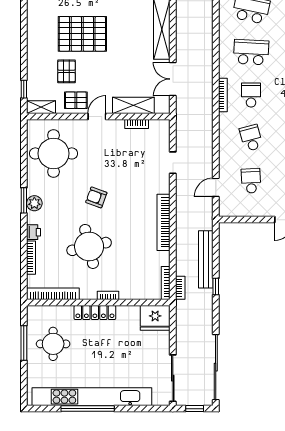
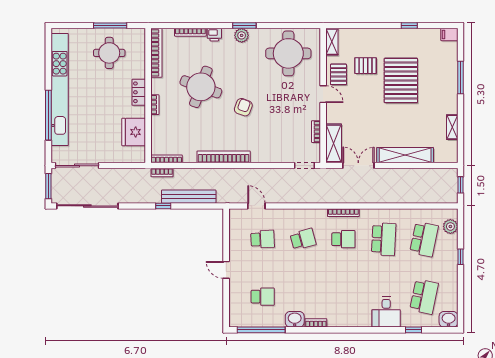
window: (24, 89) -> (409, 26), moved
shelving: (133, 105) -> (334, 143), moved
doorway: (173, 163) -> (304, 166), moved
armchair: (96, 197) -> (243, 107), moved
round table: (89, 246) -> (201, 87), turned 33
locker: (95, 313) -> (139, 92), width x0.66
fridge: (155, 318) -> (134, 132), moved
window: (88, 409) -> (48, 115), moved
window: (195, 409) -> (48, 186), width x1.50

